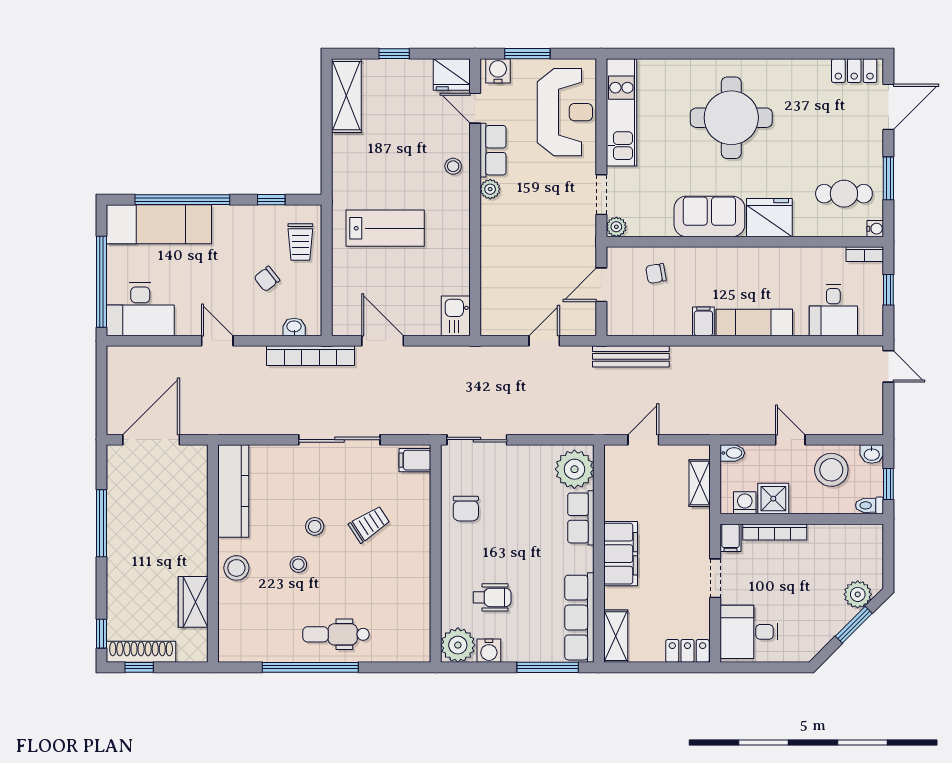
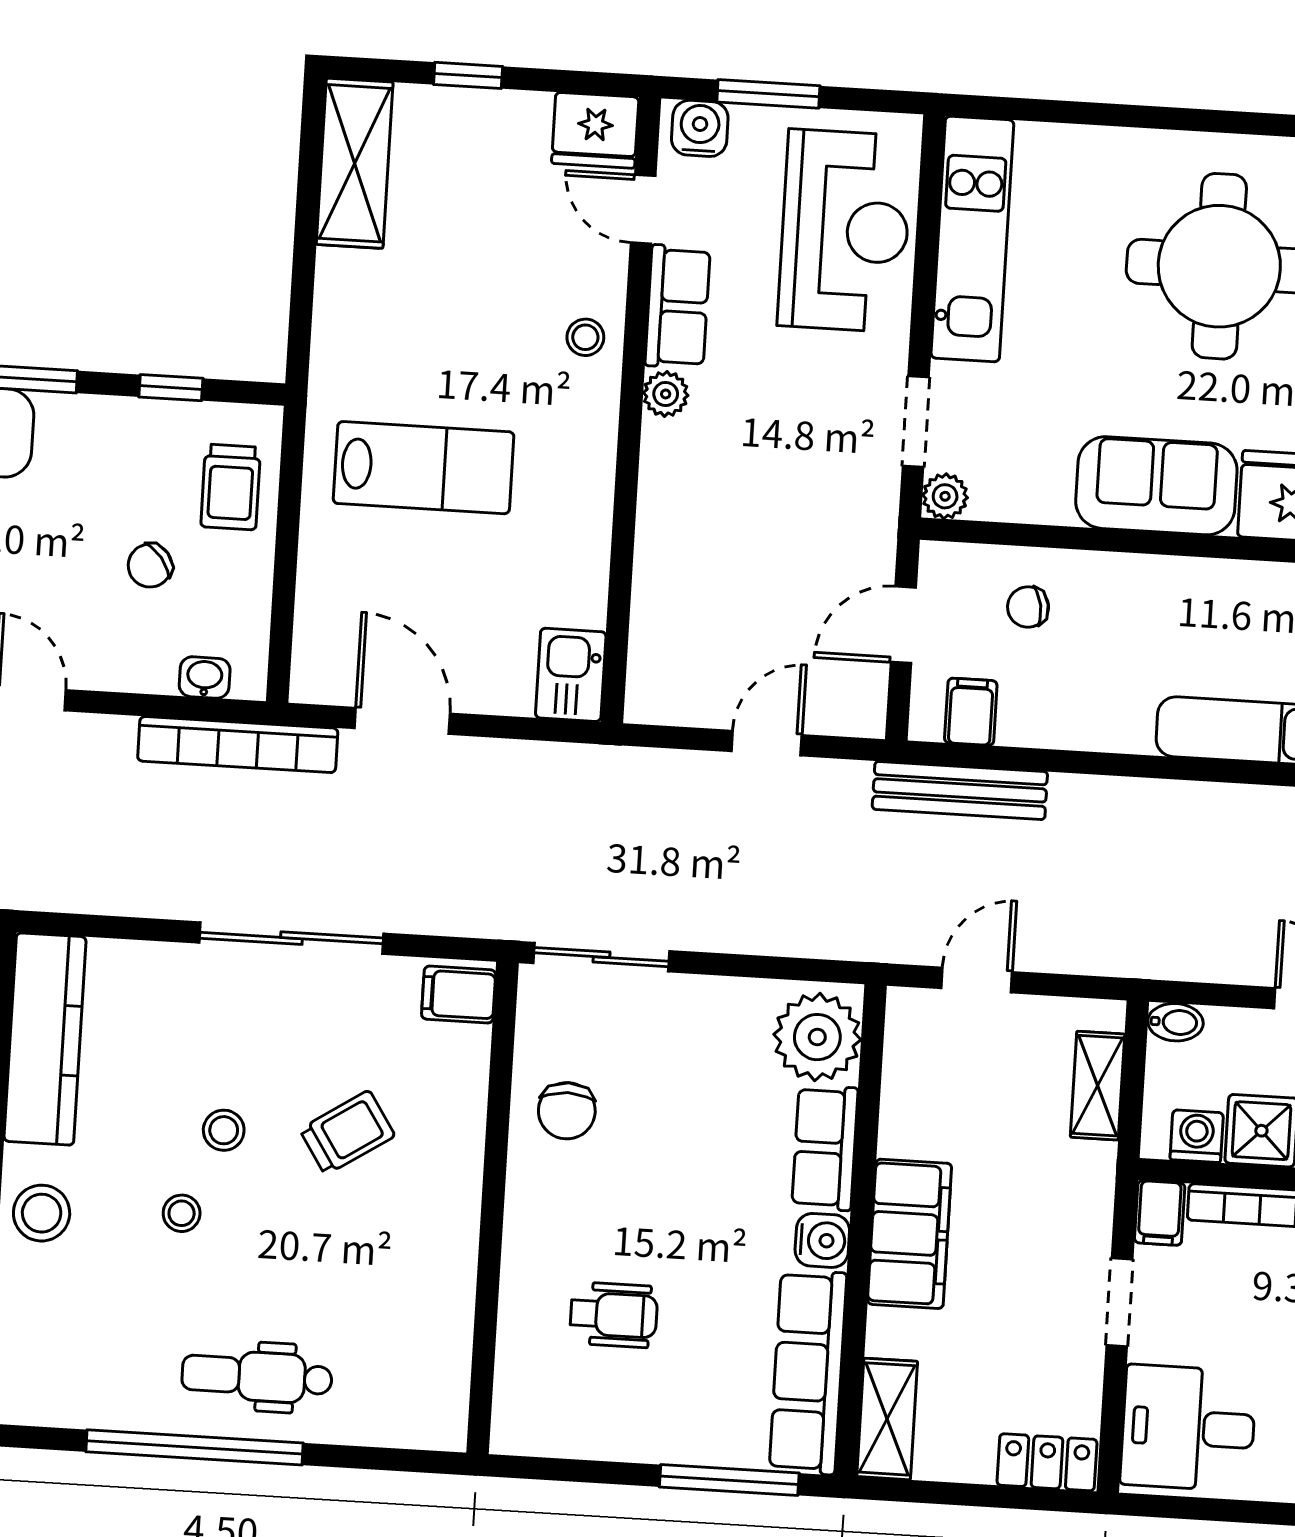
filing cabinet: (703, 321) -> (971, 712), moved
plant: (458, 645) -> (530, 1417), removed
water cooler: (489, 651) -> (822, 1240), moved, turned -90

